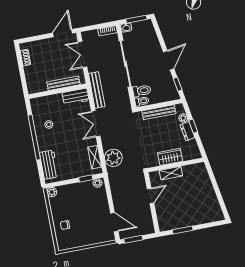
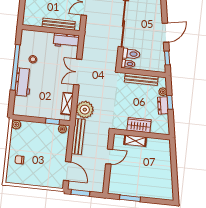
bench: (97, 90) -> (78, 136), moved
workbench: (49, 165) -> (23, 82), moved

